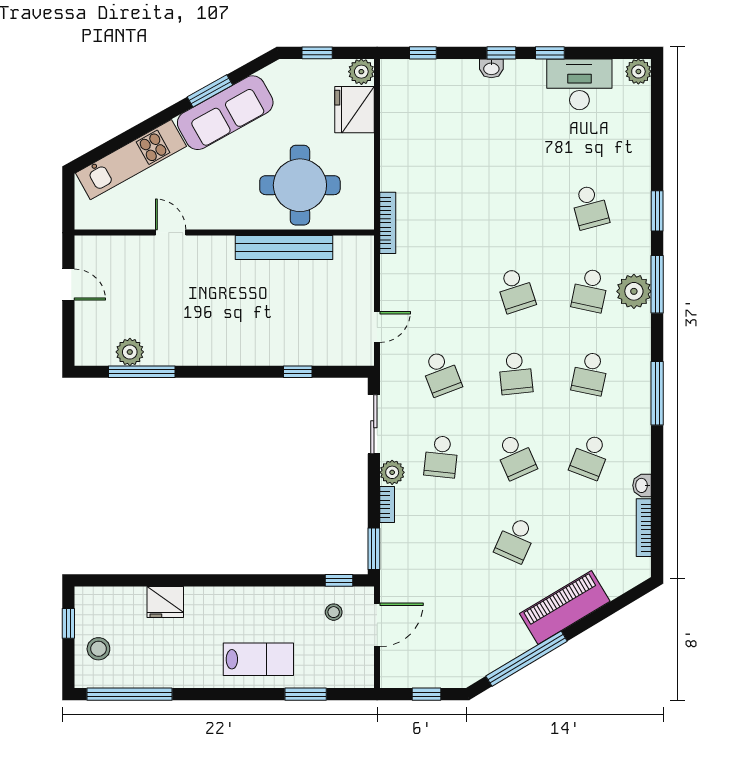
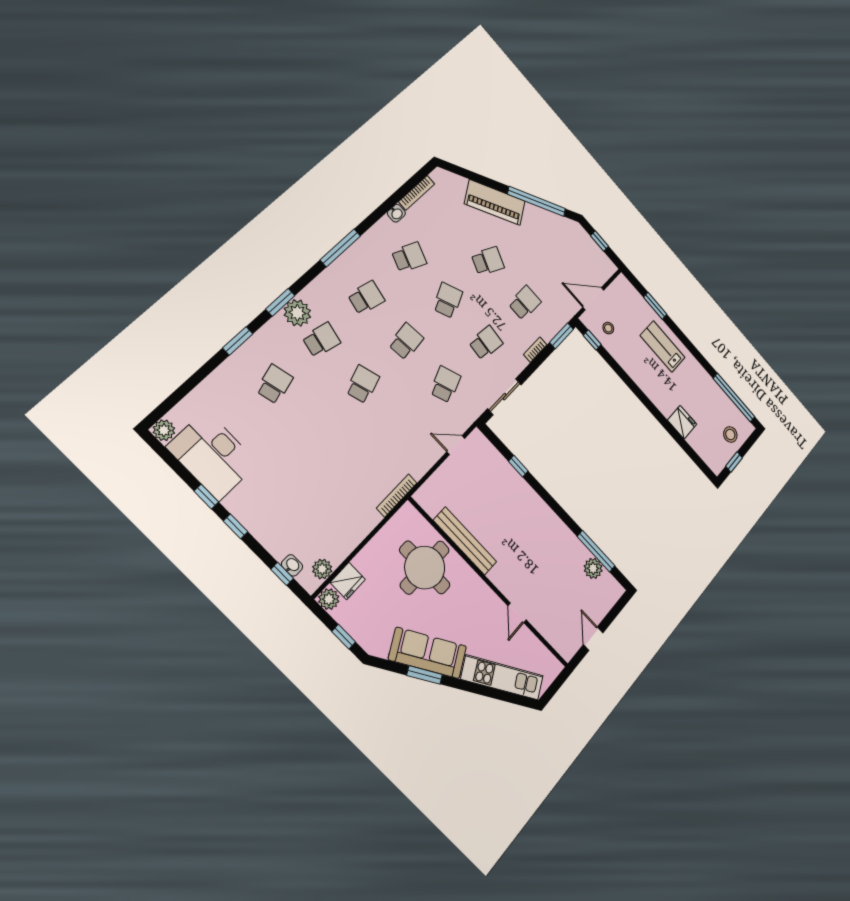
washbasin: (491, 68) -> (292, 565), moved
desk: (579, 84) -> (212, 455), width x1.36, depth x1.30
fridge: (355, 110) -> (348, 581), width x0.73, depth x0.75
window: (657, 284) -> (280, 302), width x0.69
plant: (392, 472) -> (322, 569), moved
school desk: (441, 540) -> (525, 303), added

